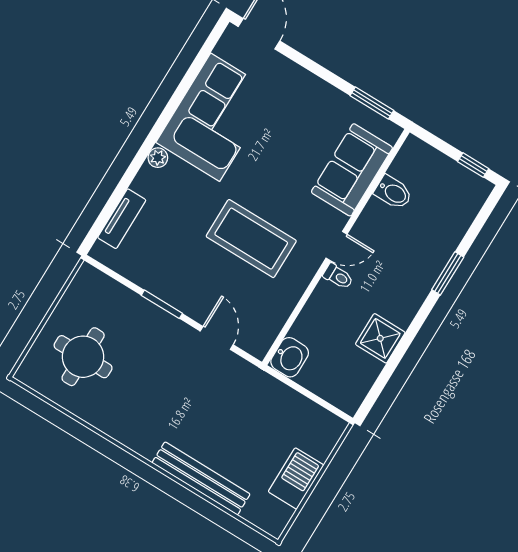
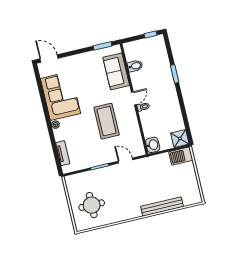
coffee table: (251, 239) -> (107, 121), turned 90
shower: (380, 338) -> (180, 138), moved
barbecue: (296, 478) -> (181, 156), moved, turned -90

